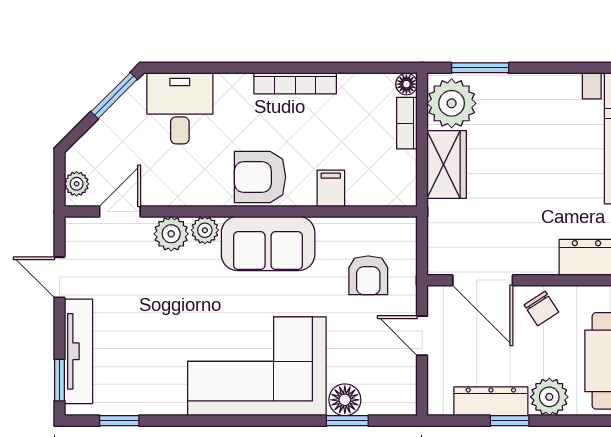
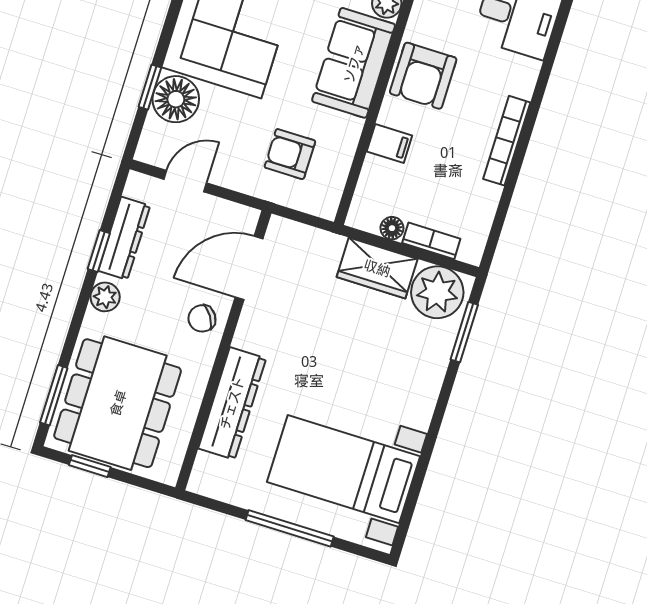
floor lamp: (406, 84) -> (392, 228), moved
armchair: (260, 177) -> (423, 76), turned 180
door: (422, 336) -> (185, 181), moved
plant: (549, 397) -> (105, 297), width x0.73, depth x0.73
floor lamp: (345, 400) -> (176, 99), width x1.38, depth x1.38

